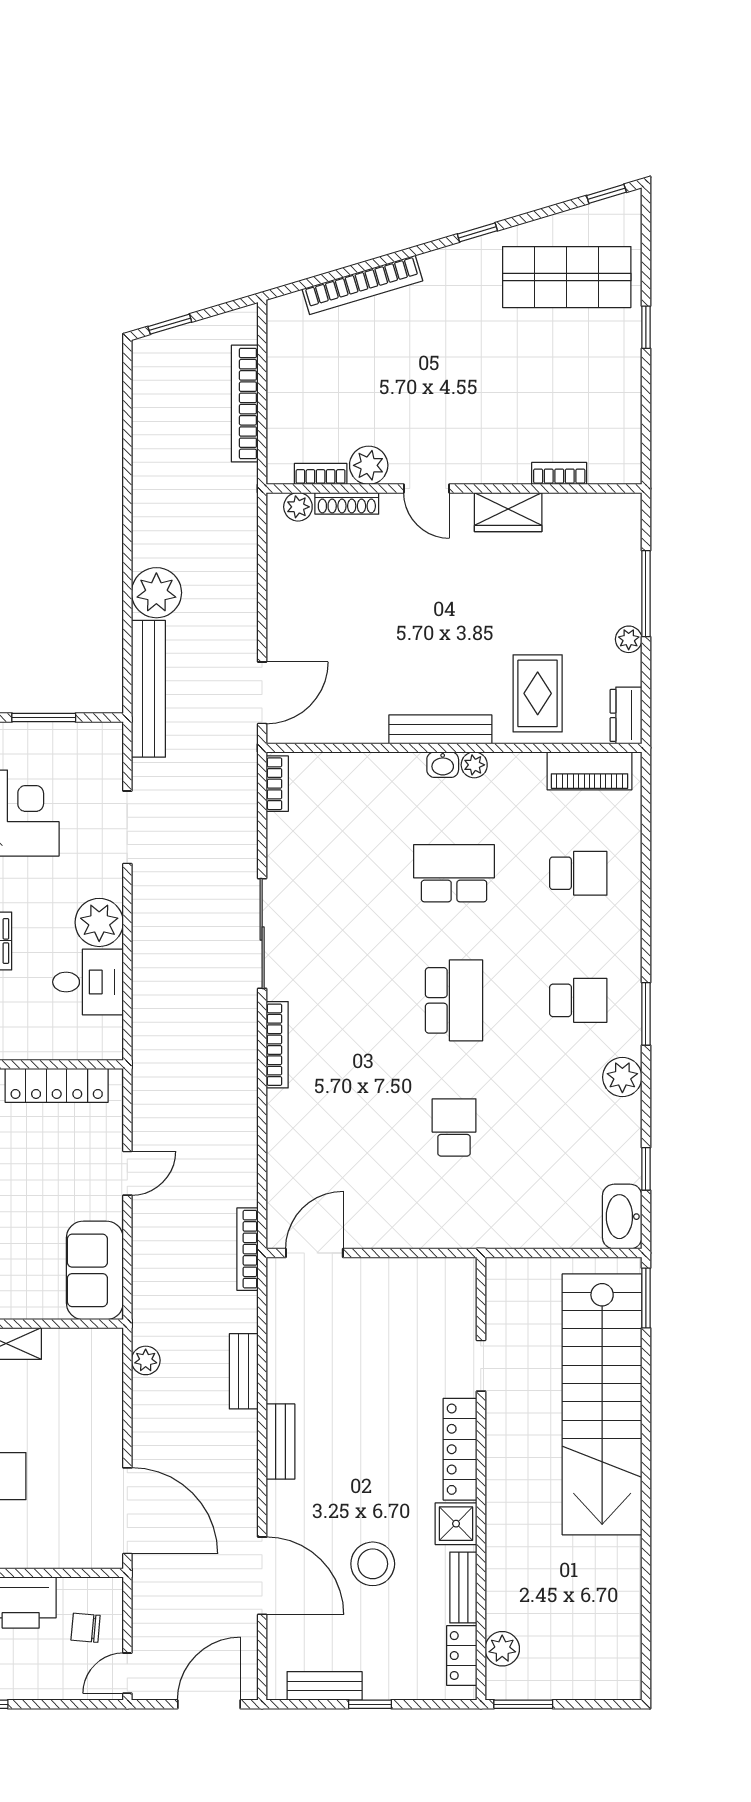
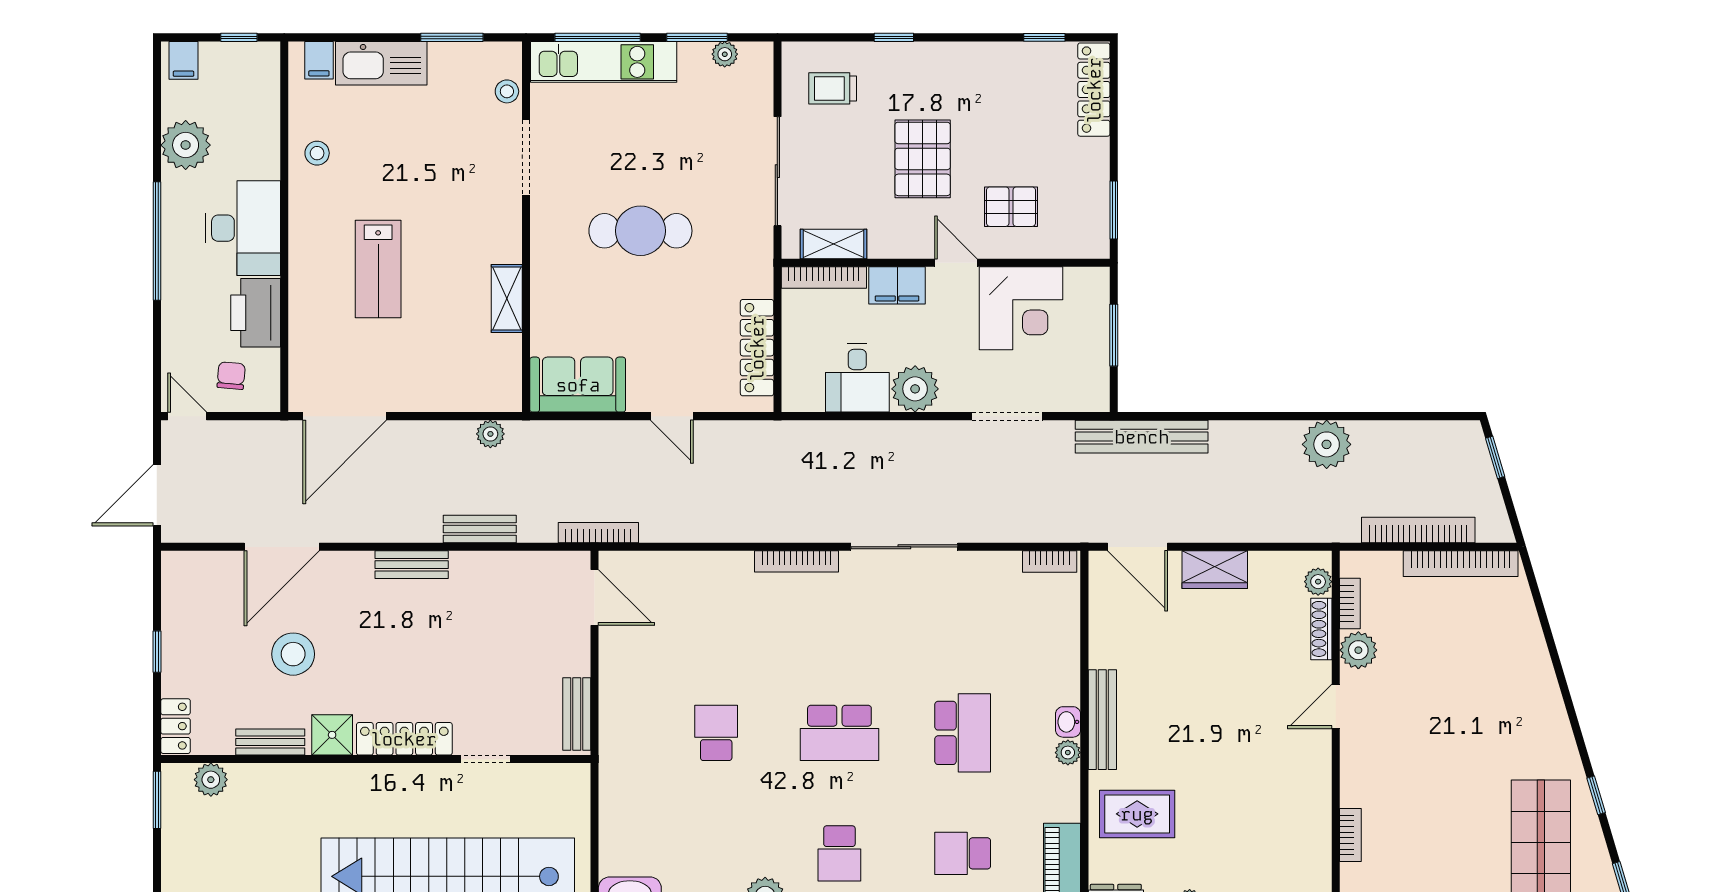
window: (477, 232) -> (1596, 795), moved
bookcase: (362, 285) -> (1461, 564), moved, turned -73
wardrobe: (508, 512) -> (1215, 570), moved, turned -90
plant: (156, 593) -> (1327, 444), moved
school desk: (578, 873) -> (963, 853), turned 90
school desk: (454, 1127) -> (716, 733), turned -90
locker: (462, 1656) -> (176, 726), moved, turned 90
bench: (325, 1686) -> (577, 714), moved
door: (209, 1704) -> (157, 495), swing flipped

